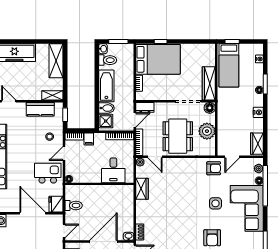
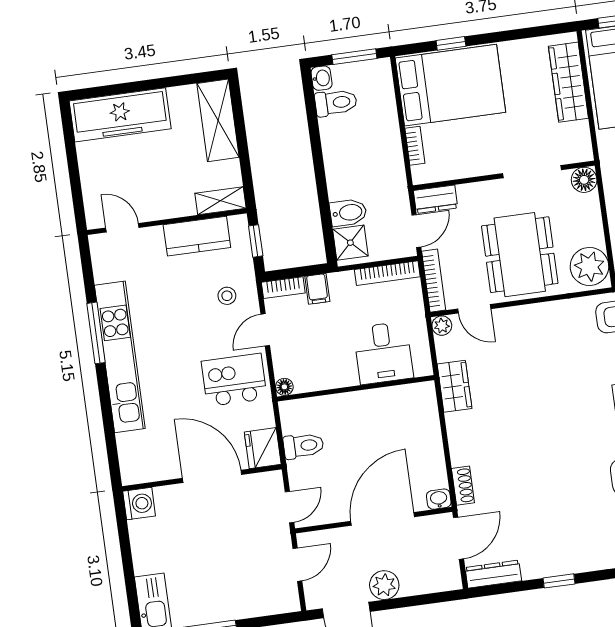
wardrobe: (209, 83) -> (568, 82), moved
bathtub: (106, 86) -> (341, 162), removed
plant: (207, 131) -> (589, 266), moved

